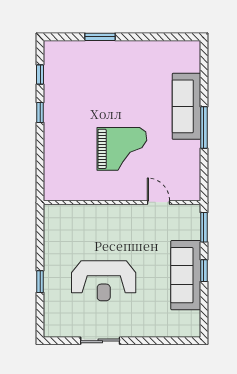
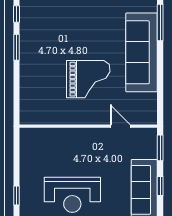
sofa: (186, 106) -> (141, 52), width x1.36, depth x1.27
window: (40, 112) -> (16, 47), width x1.50
window: (204, 128) -> (160, 23), moved

